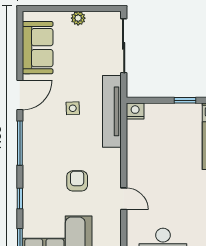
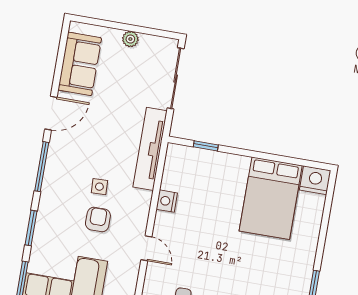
window: (185, 100) -> (206, 146), moved
side table: (73, 108) -> (99, 187), moved
nightstand: (135, 111) -> (167, 201), moved, turned -90
window: (20, 199) -> (31, 228), width x1.50

